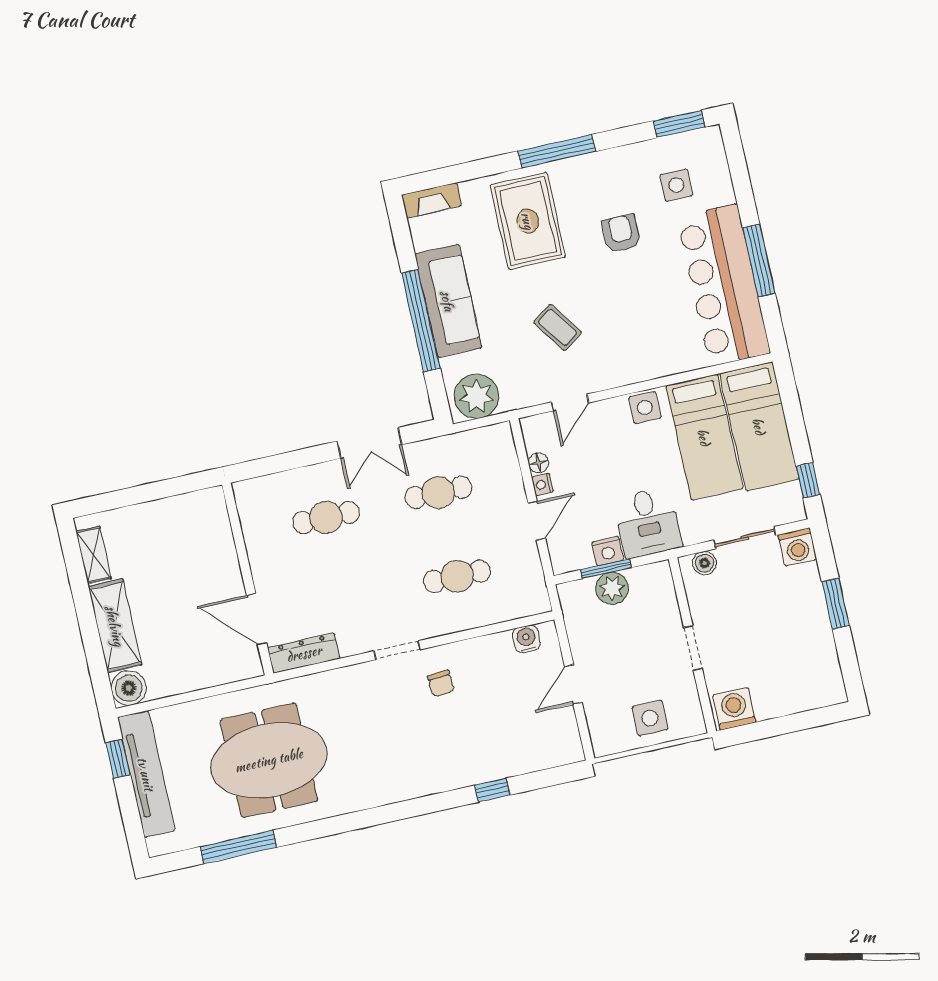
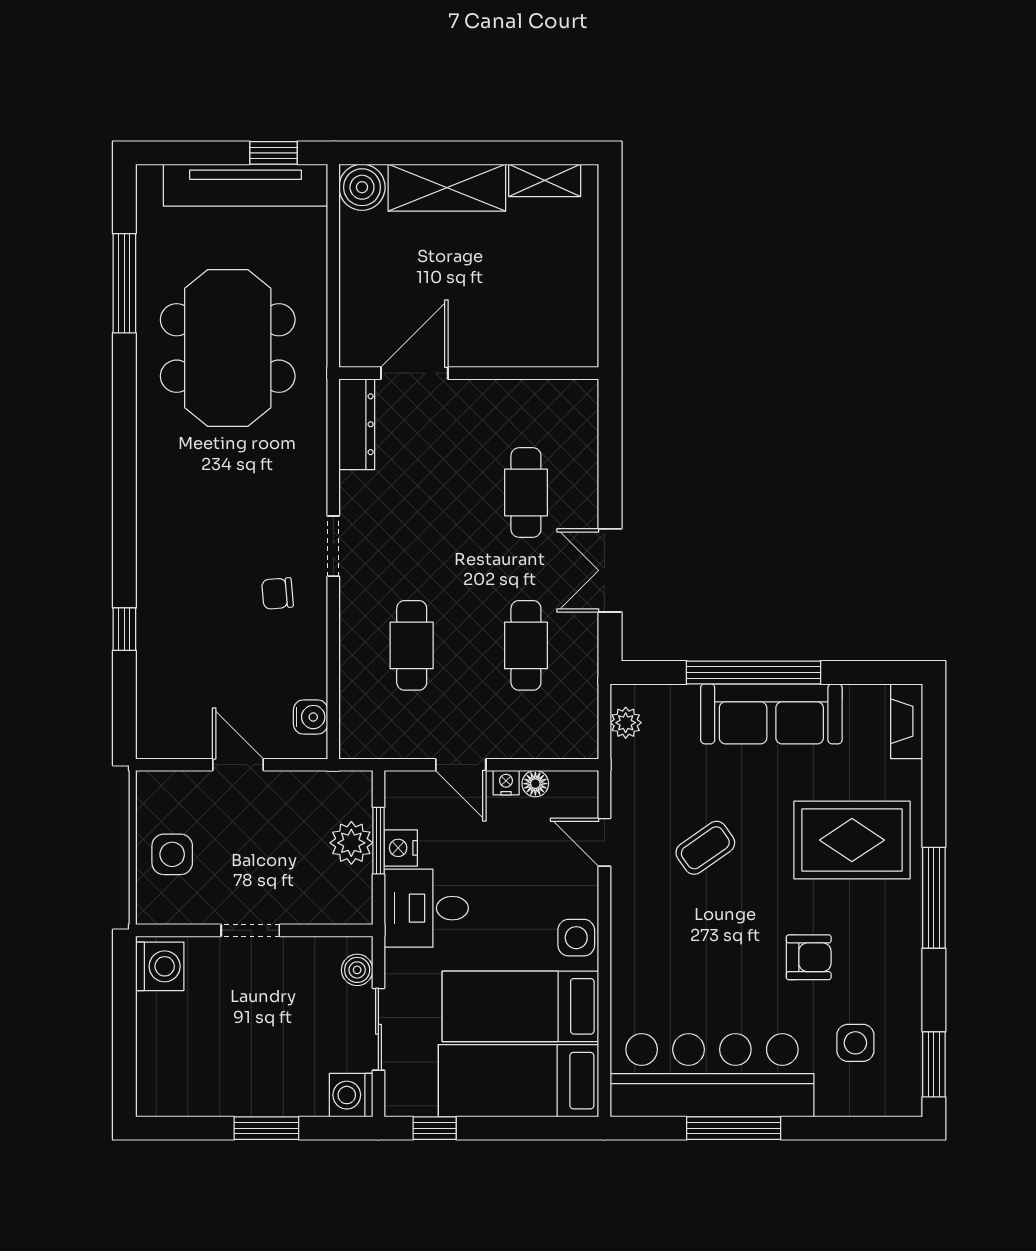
plant: (477, 396) -> (626, 723), width x0.53, depth x0.53

